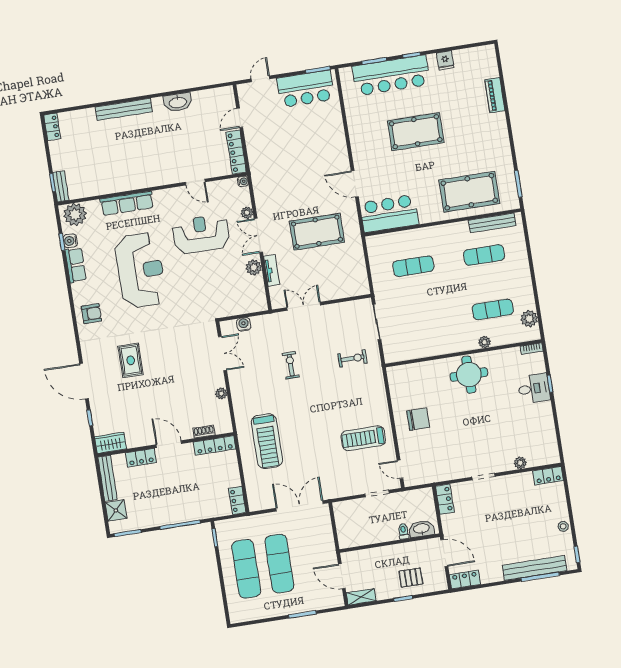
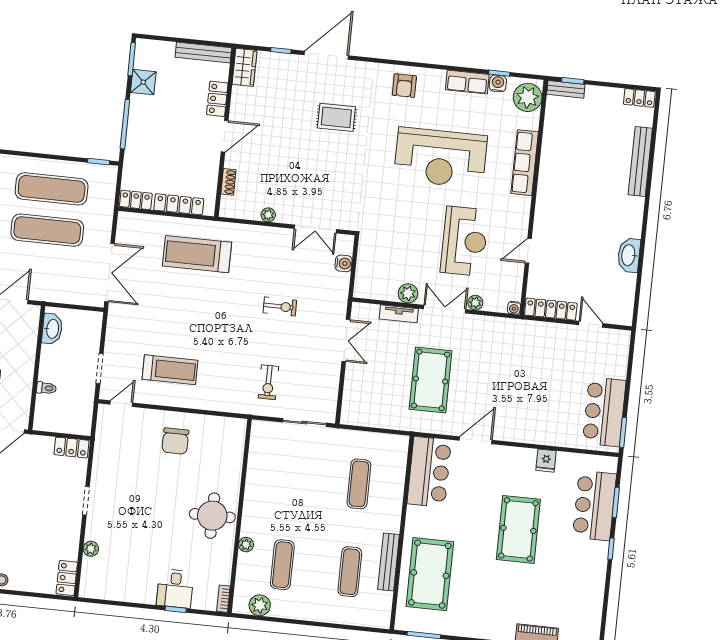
fridge: (445, 60) -> (546, 461), moved, turned -90
bar counter: (391, 75) -> (594, 506), width x0.73
door: (260, 79) -> (630, 361), removed
bench: (124, 109) -> (640, 161), moved
bench: (492, 223) -> (389, 562), moved
treadmill: (363, 438) -> (170, 370), turned 90
locker: (215, 445) -> (179, 204), moved, turned 90
shower: (116, 510) -> (143, 82), moved
washbasin: (421, 529) -> (52, 329), moved

